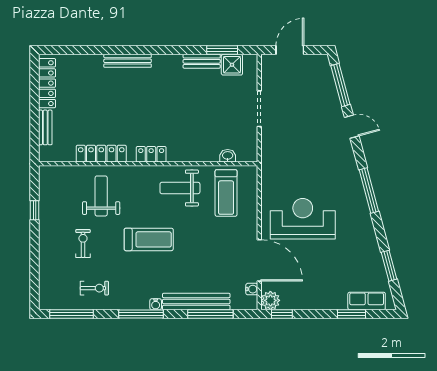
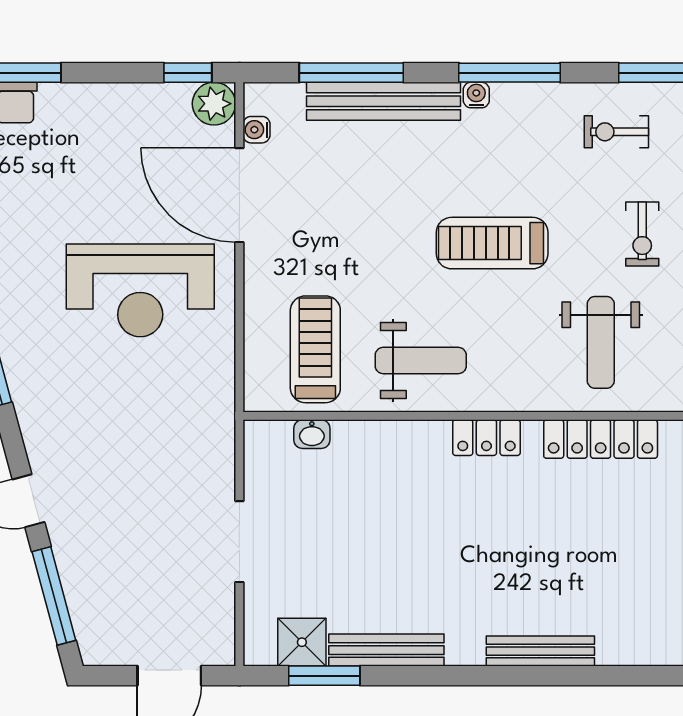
bench: (202, 61) -> (386, 650), width x1.36

